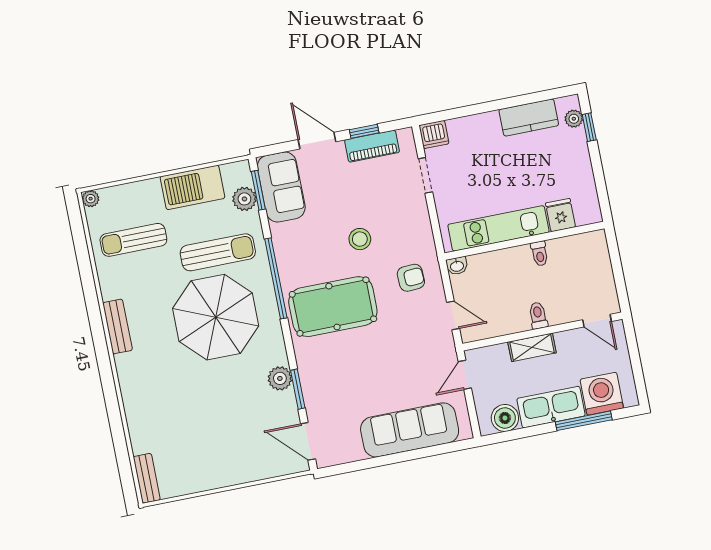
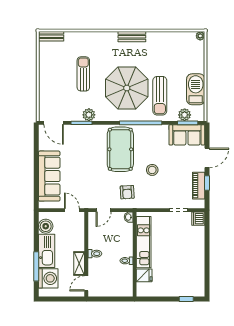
kitchen counter: (529, 117) -> (197, 269), removed
plant: (574, 119) -> (192, 292), removed
sun lounger: (133, 240) -> (83, 74), moved
shelving: (532, 347) -> (79, 263), moved
door: (308, 441) -> (54, 123), swing flipped

